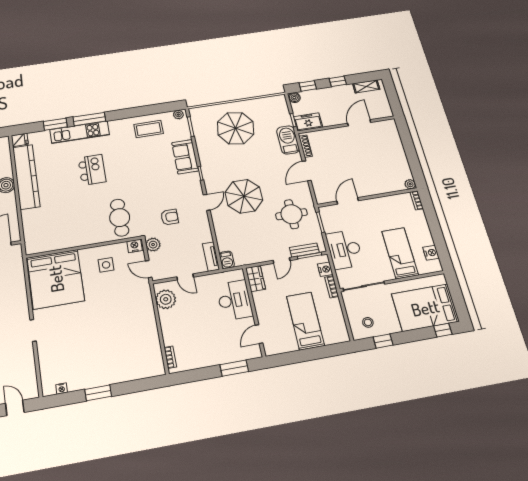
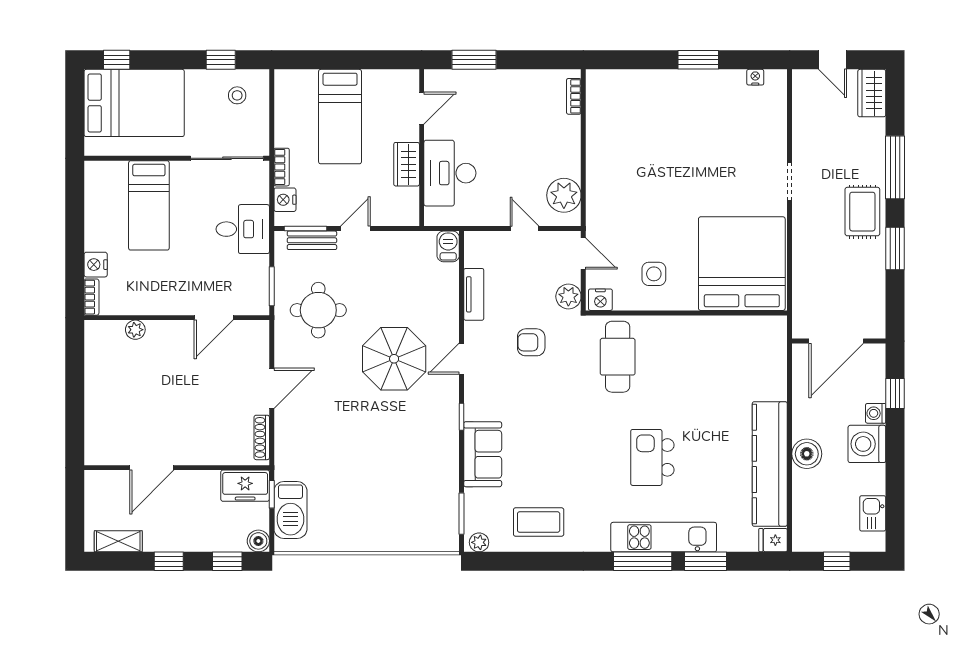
parasol: (236, 128) -> (380, 496), removed
barbecue: (288, 140) -> (290, 510), moved
plant: (410, 184) -> (135, 330), moved
desk: (344, 249) -> (243, 229), width x0.73
nightstand: (431, 253) -> (96, 265), moved
tv unit: (211, 257) -> (474, 294), moved
wardrobe: (256, 279) -> (407, 164), moved

